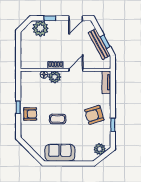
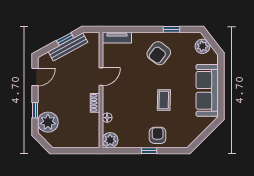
door: (76, 18) -> (35, 77), hinge flipped
door: (76, 70) -> (101, 77), swing flipped
plant: (55, 77) -> (110, 140), moved
armchair: (94, 115) -> (159, 53), turned 54
sofa: (60, 153) -> (207, 90), width x1.36

